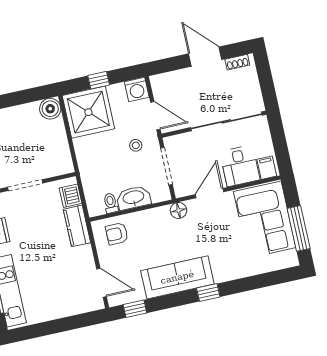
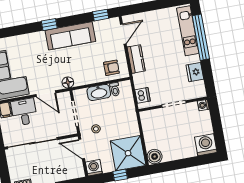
door: (210, 193) -> (46, 94), hinge flipped
kitchen counter: (77, 226) -> (136, 59), moved
door: (102, 283) -> (123, 34), swing flipped

